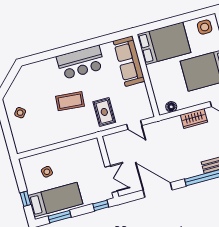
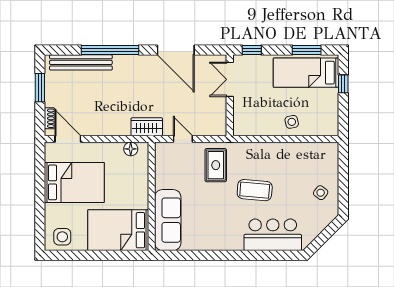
bar counter: (81, 62) -> (273, 235), moved
wardrobe: (194, 118) -> (147, 127), moved
side table: (47, 172) -> (292, 122), moved

